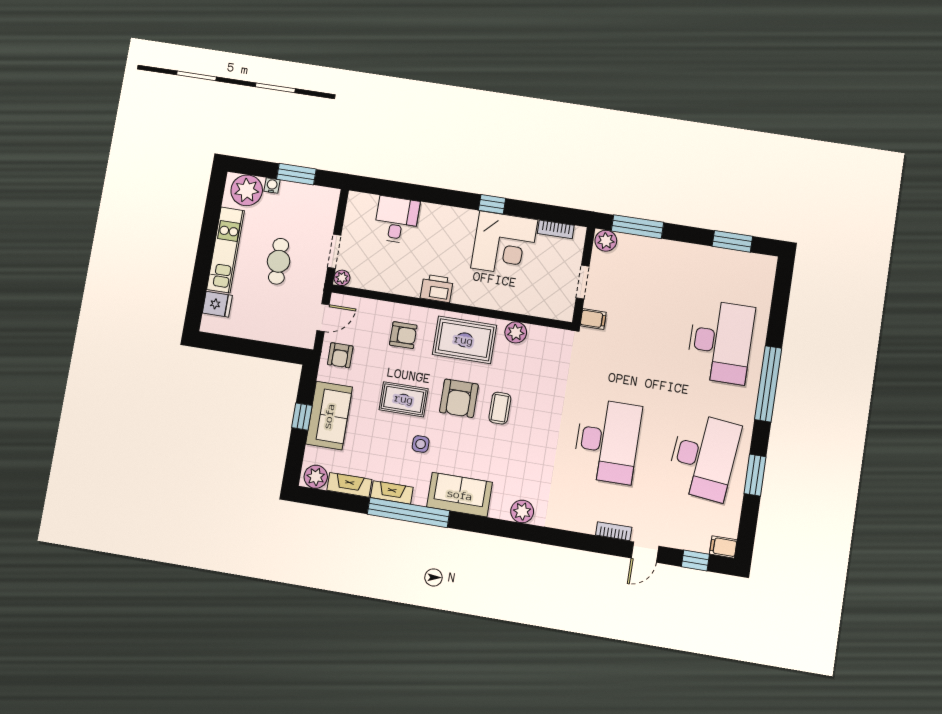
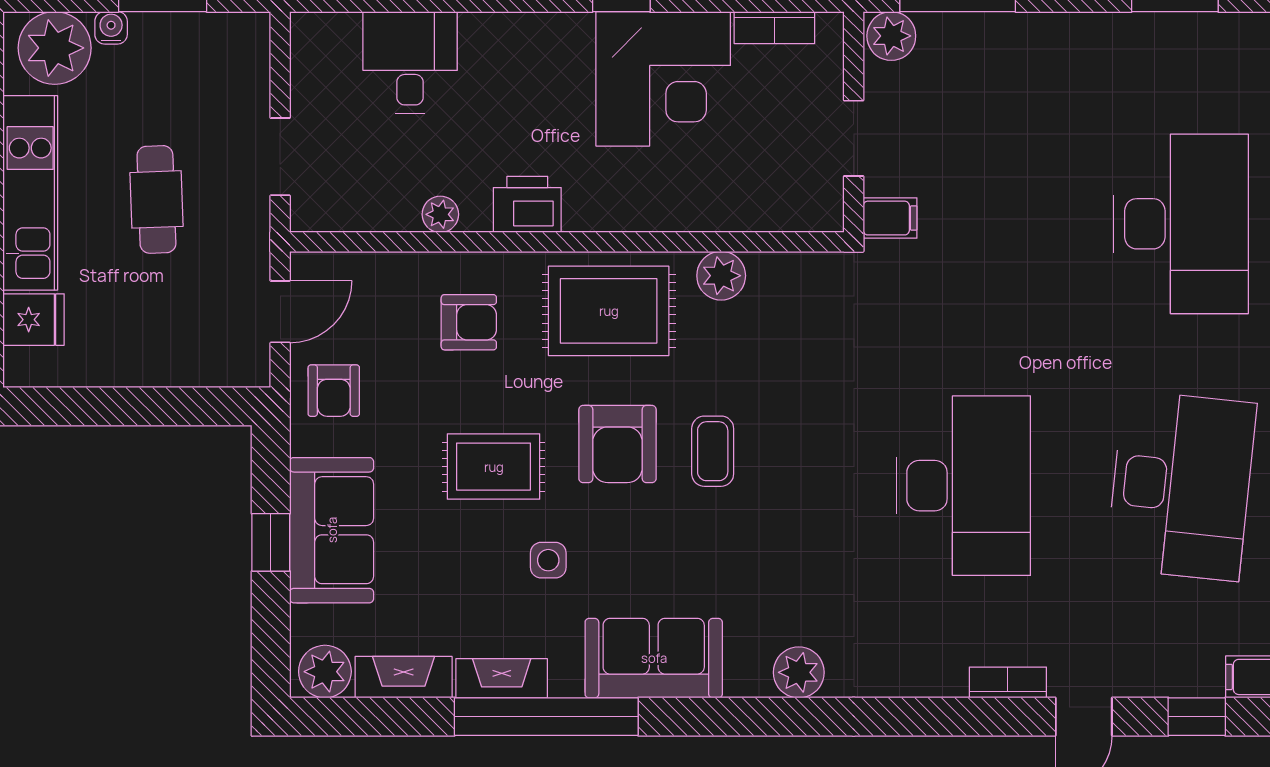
plant: (342, 278) -> (440, 214), moved

